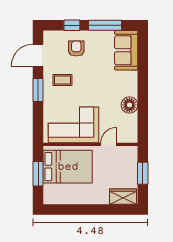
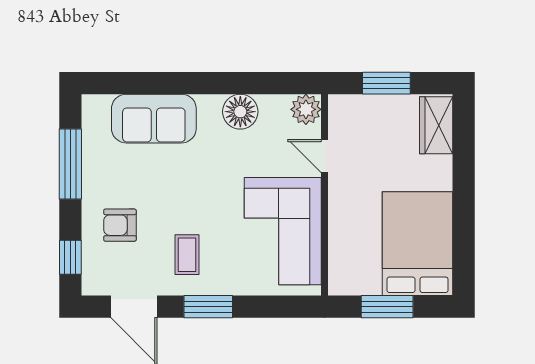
window: (72, 25) -> (70, 257), moved
sofa: (126, 50) -> (154, 119), moved
plant: (131, 136) -> (306, 109), added
bed: (68, 167) -> (418, 244), moved

